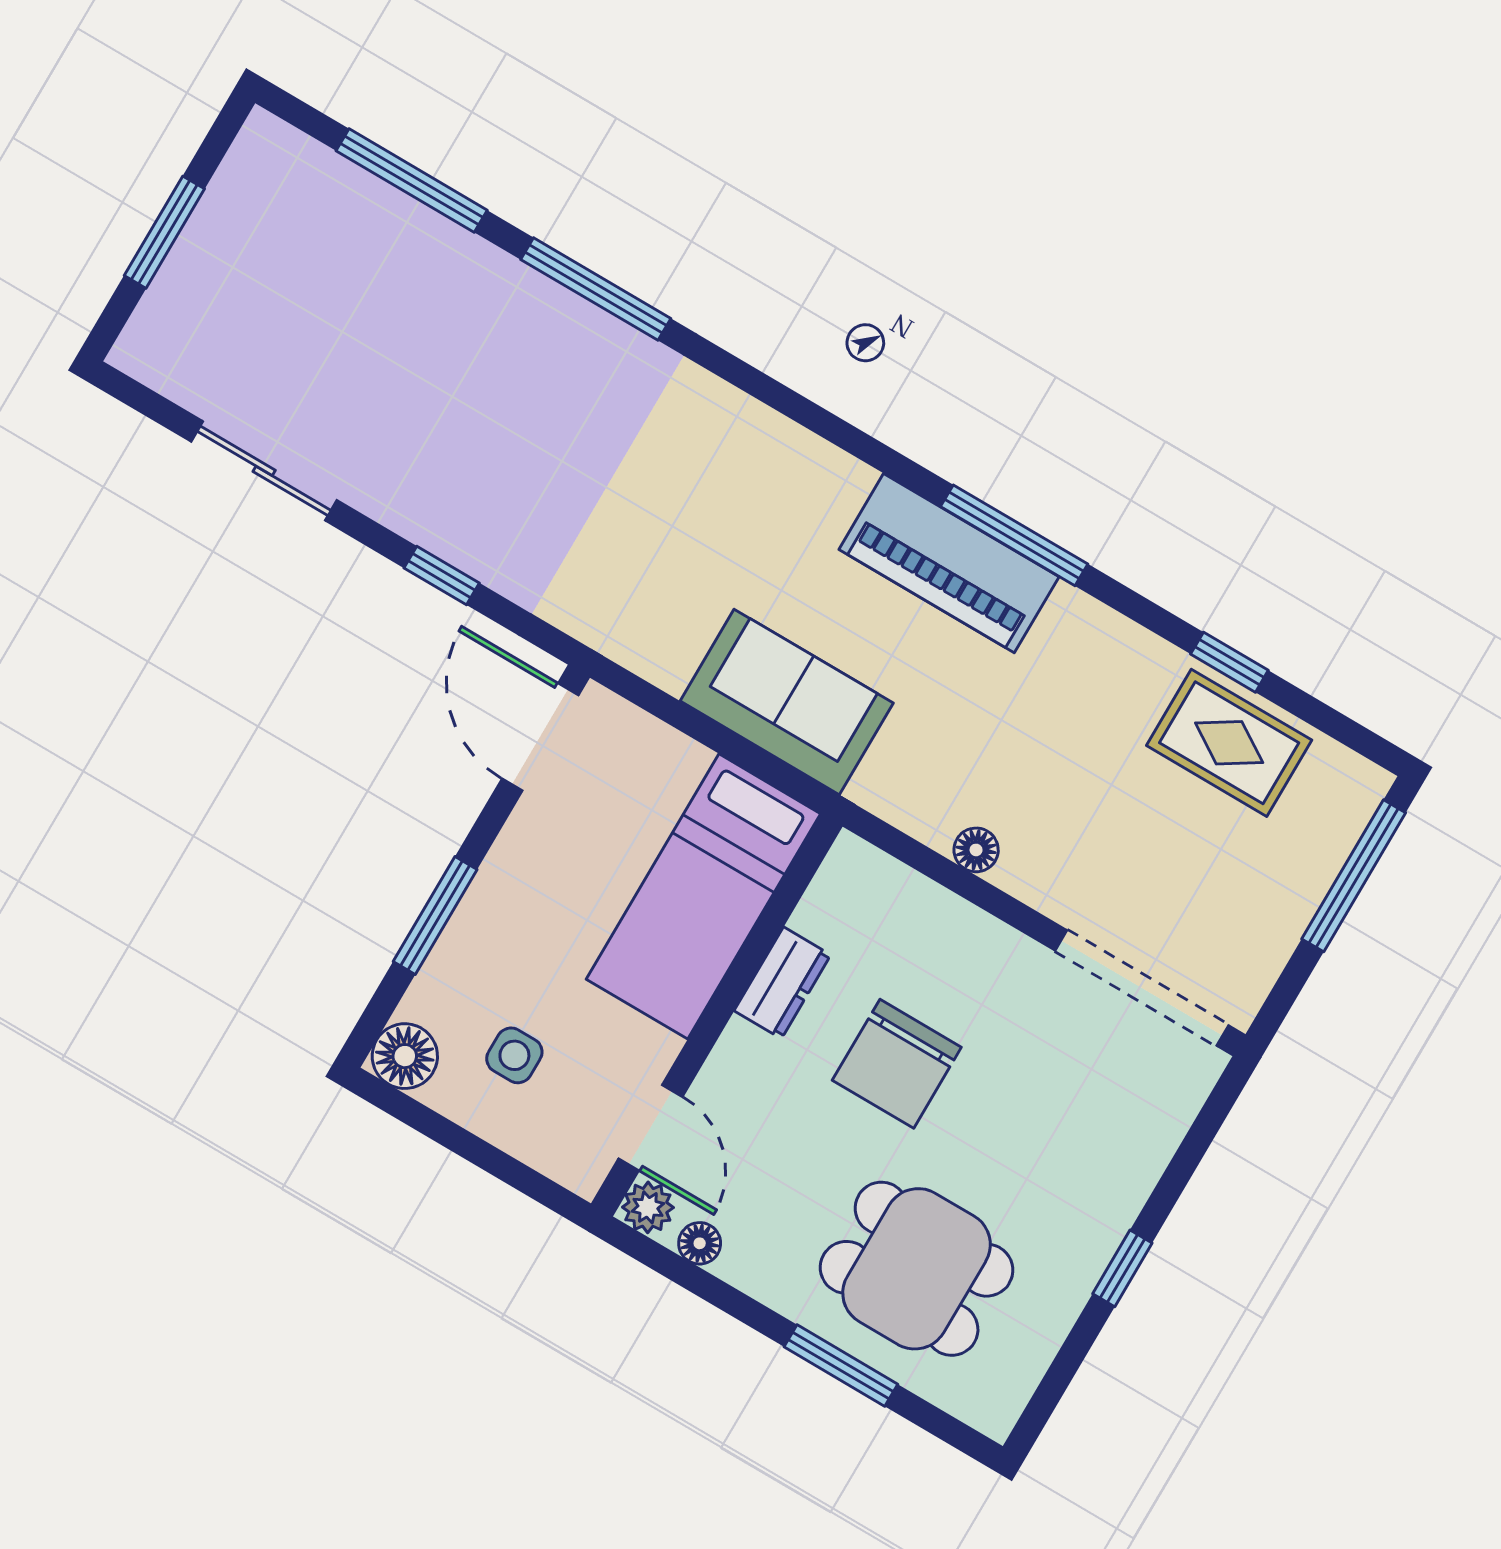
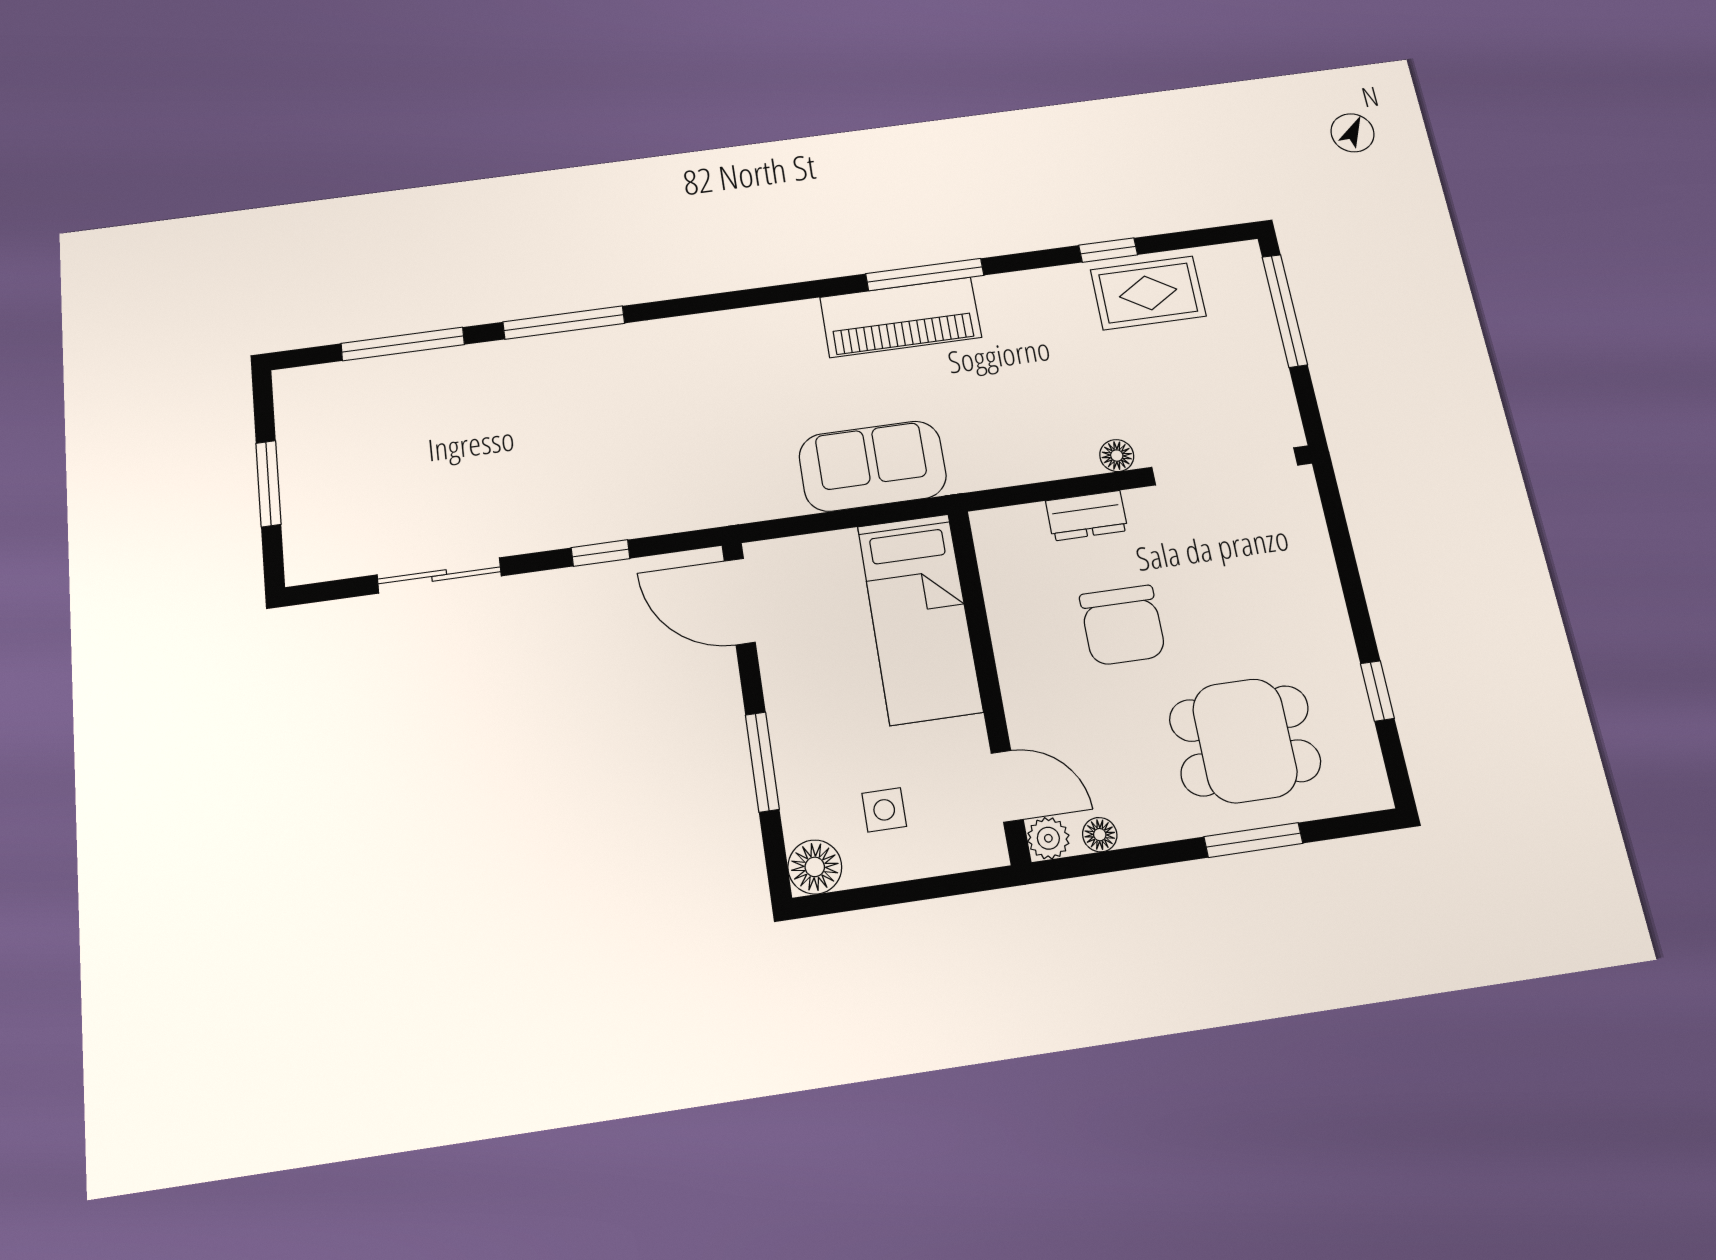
floor lamp: (976, 850) -> (1117, 456), moved
dresser: (782, 983) -> (1087, 516), moved, turned 90
window: (1122, 1268) -> (1377, 691), moved

